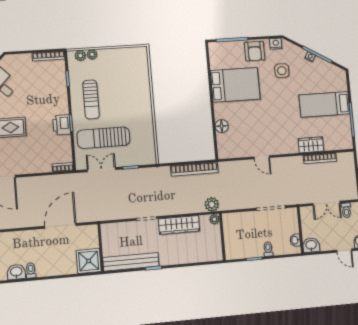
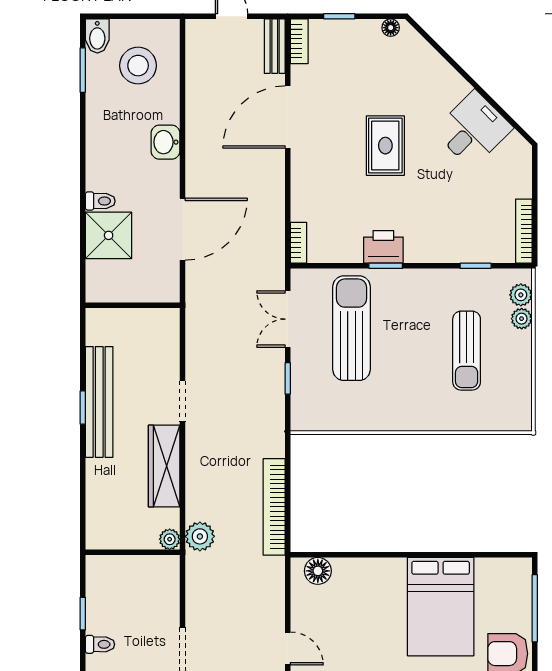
sun lounger: (91, 100) -> (467, 351), moved, turned -90
floor lamp: (222, 126) -> (318, 571), moved
door: (262, 157) -> (288, 648), swing flipped
double door: (101, 170) -> (288, 319), swing flipped
door: (60, 226) -> (183, 229), hinge flipped
shower: (89, 261) -> (109, 235), moved
bench: (131, 262) -> (99, 402), moved
toilet: (31, 270) -> (100, 201), moved
washbasin: (16, 272) -> (166, 142), moved, turned 180

